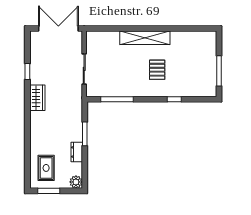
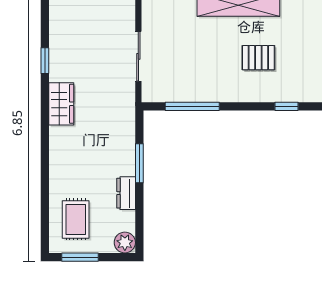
pallet: (157, 70) -> (258, 58), turned 90

